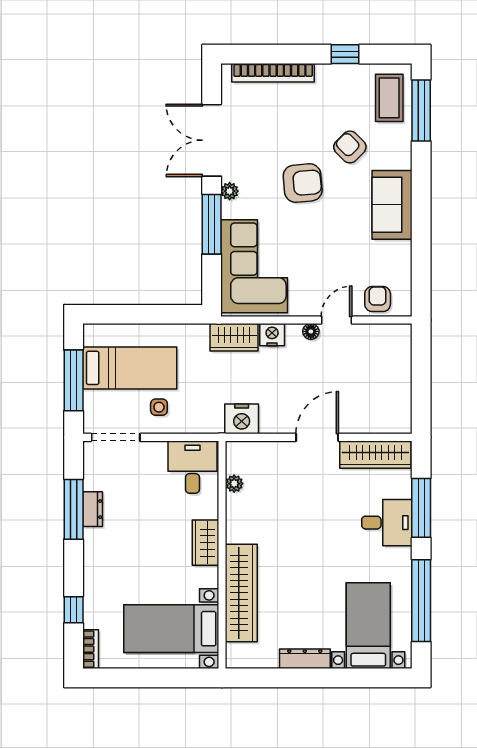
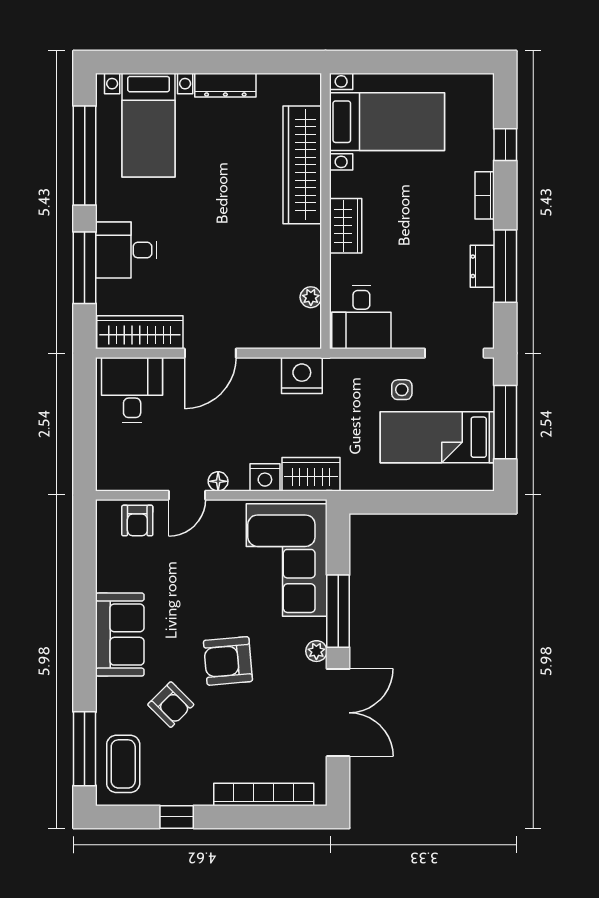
desk: (382, 407) -> (132, 390), added
bookcase: (91, 649) -> (485, 195), moved

